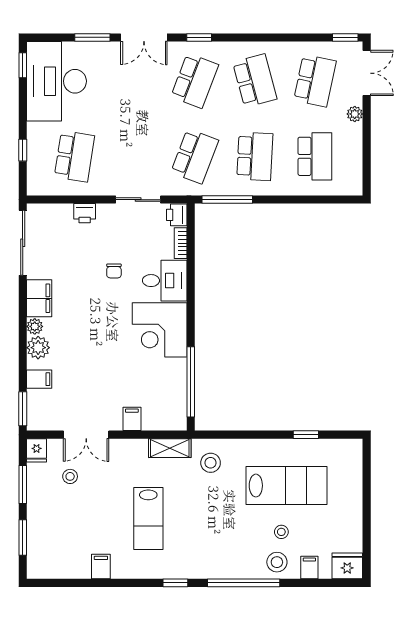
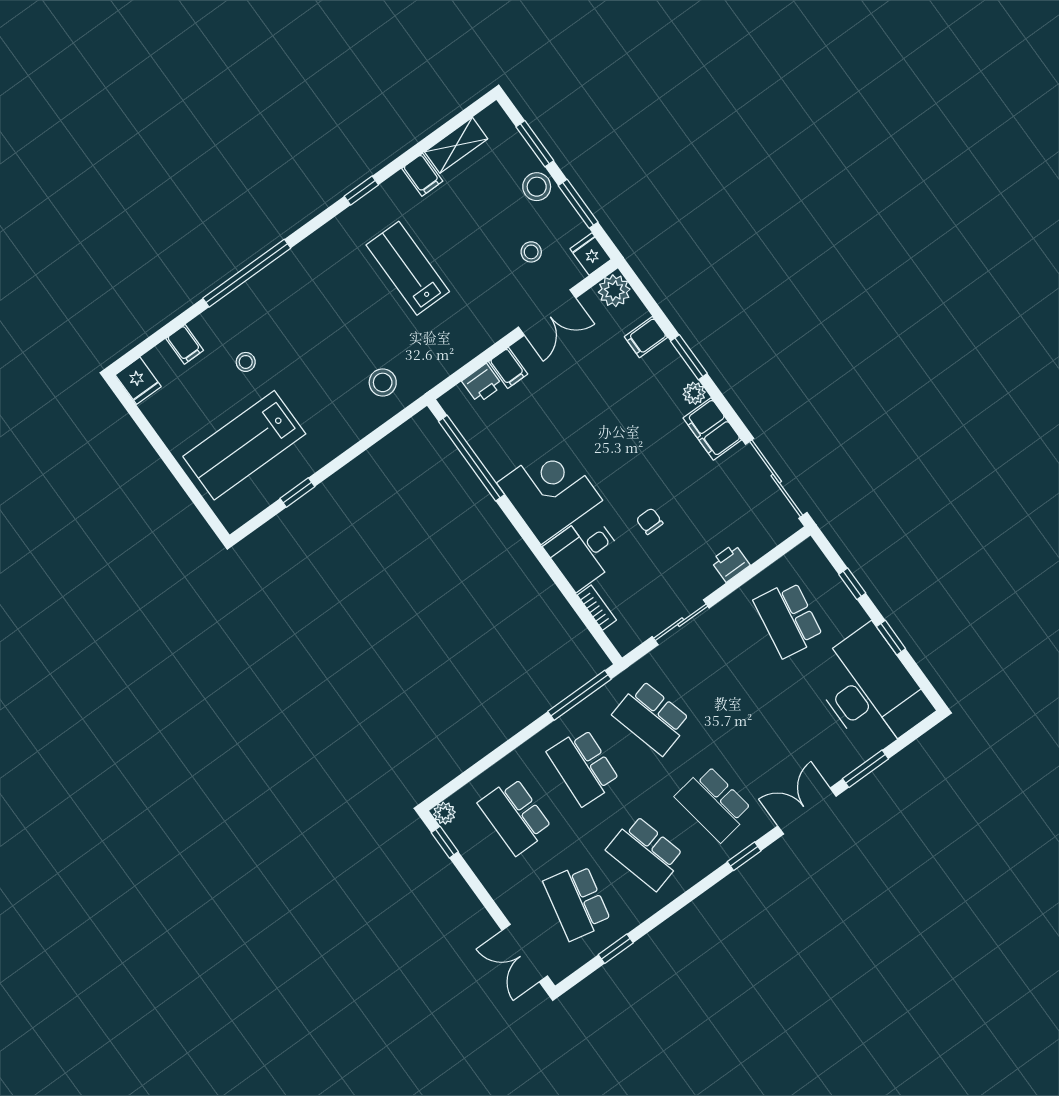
window: (345, 37) -> (616, 949), moved
window: (23, 65) -> (891, 638), moved
school desk: (195, 81) -> (714, 804), turned -30
plant: (355, 114) -> (444, 813), moved
school desk: (195, 156) -> (652, 718), turned -36
window: (367, 171) -> (445, 842), added
printer: (177, 215) -> (482, 383), moved, turned 90
plant: (38, 348) -> (614, 291), moved
window: (23, 409) -> (689, 357), moved
double door: (86, 435) -> (547, 312), swing flipped
shelving: (170, 448) -> (456, 145), moved
lab bench: (286, 486) -> (244, 445), moved
stool: (277, 562) -> (537, 187), moved
fridge: (347, 566) -> (138, 381), width x0.72
window: (175, 583) -> (361, 190), moved

